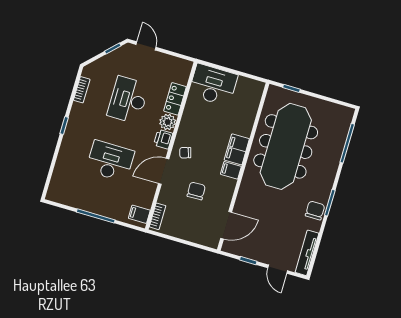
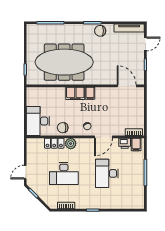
printer: (163, 139) -> (125, 143), moved
door: (164, 171) -> (103, 137), hinge flipped
chair: (196, 191) -> (63, 128), moved

